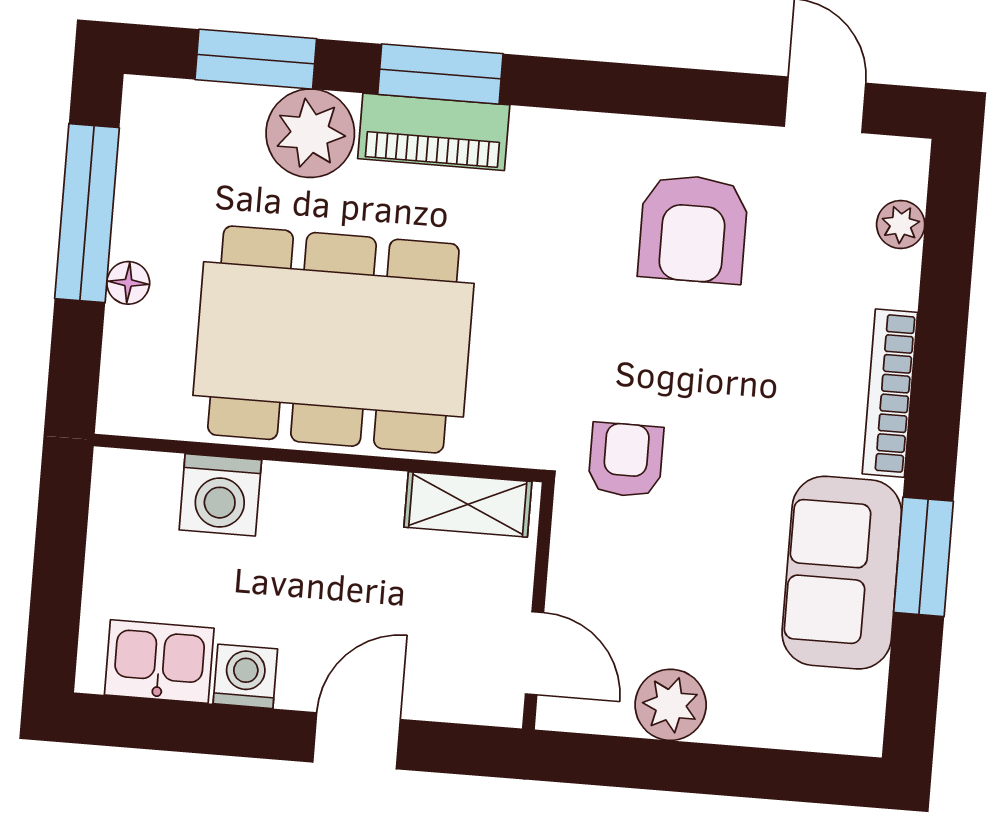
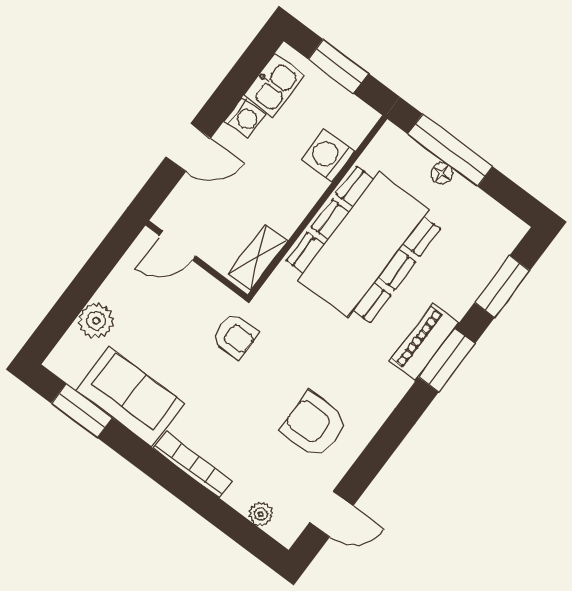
plant: (310, 133) -> (456, 290), removed
window: (87, 213) -> (450, 150), moved
window: (923, 557) -> (82, 411), moved
window: (58, 573) -> (338, 66), added
plant: (671, 705) -> (96, 321), moved
door: (356, 741) -> (188, 147), hinge flipped

